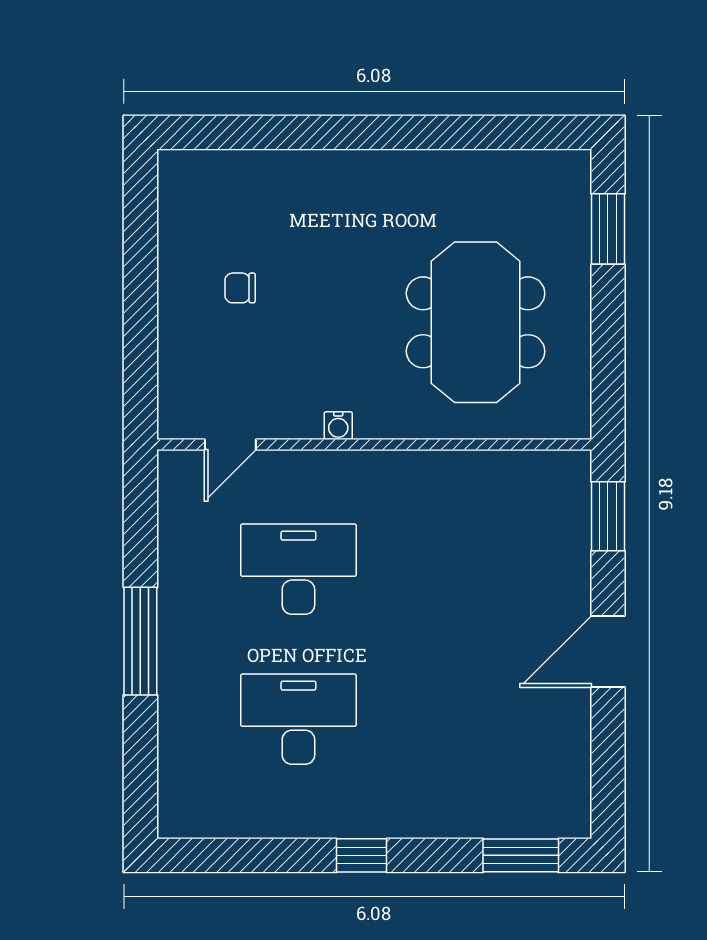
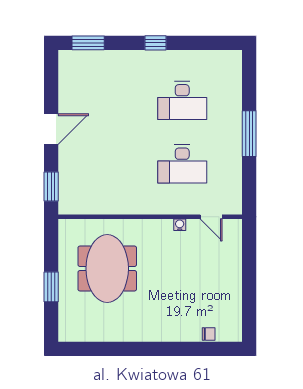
window: (608, 229) -> (51, 287), moved
chair: (240, 288) -> (209, 334), moved
water cooler: (338, 426) -> (180, 225), moved
door: (230, 444) -> (211, 217), swing flipped

